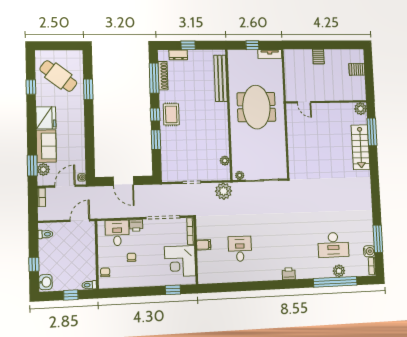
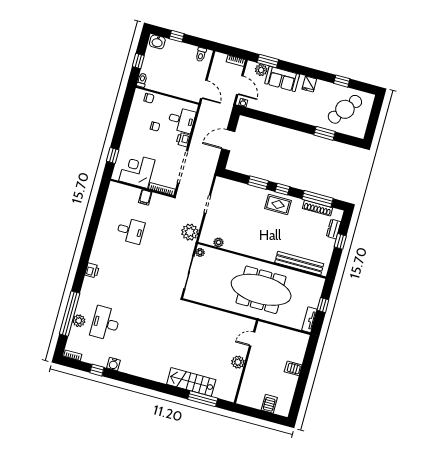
meeting table: (256, 107) -> (261, 290), width x1.36
plant: (361, 109) -> (238, 362), moved
fridge: (46, 118) -> (309, 84), width x0.53, depth x0.75
window: (378, 239) -> (97, 370), width x0.46
water cooler: (369, 251) -> (113, 364), moved

